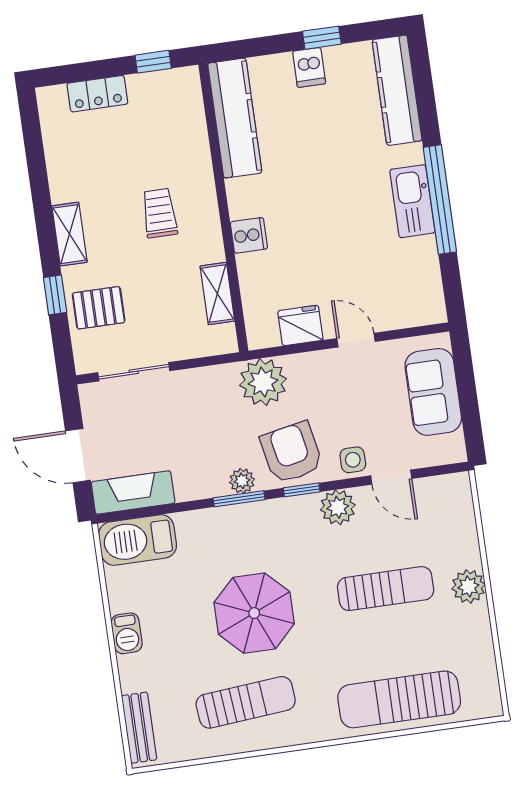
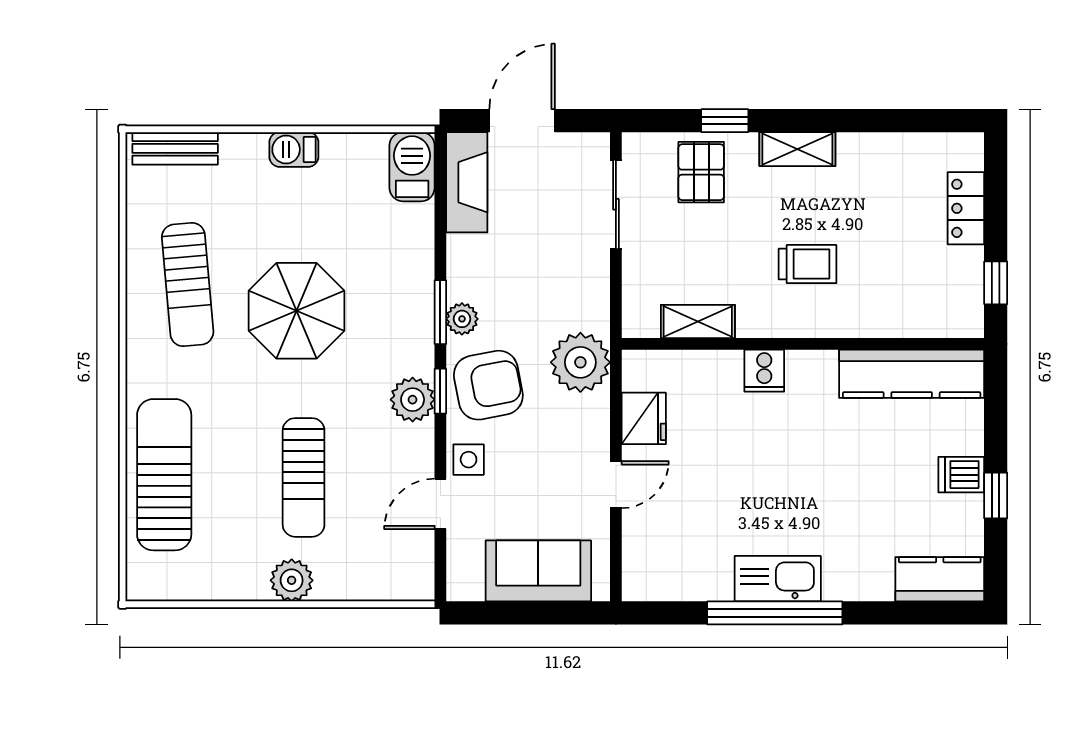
kitchen counter: (397, 90) -> (940, 579), width x0.67
plant: (338, 507) -> (413, 400), moved
barbecue: (138, 540) -> (412, 167), width x0.73, depth x0.83

